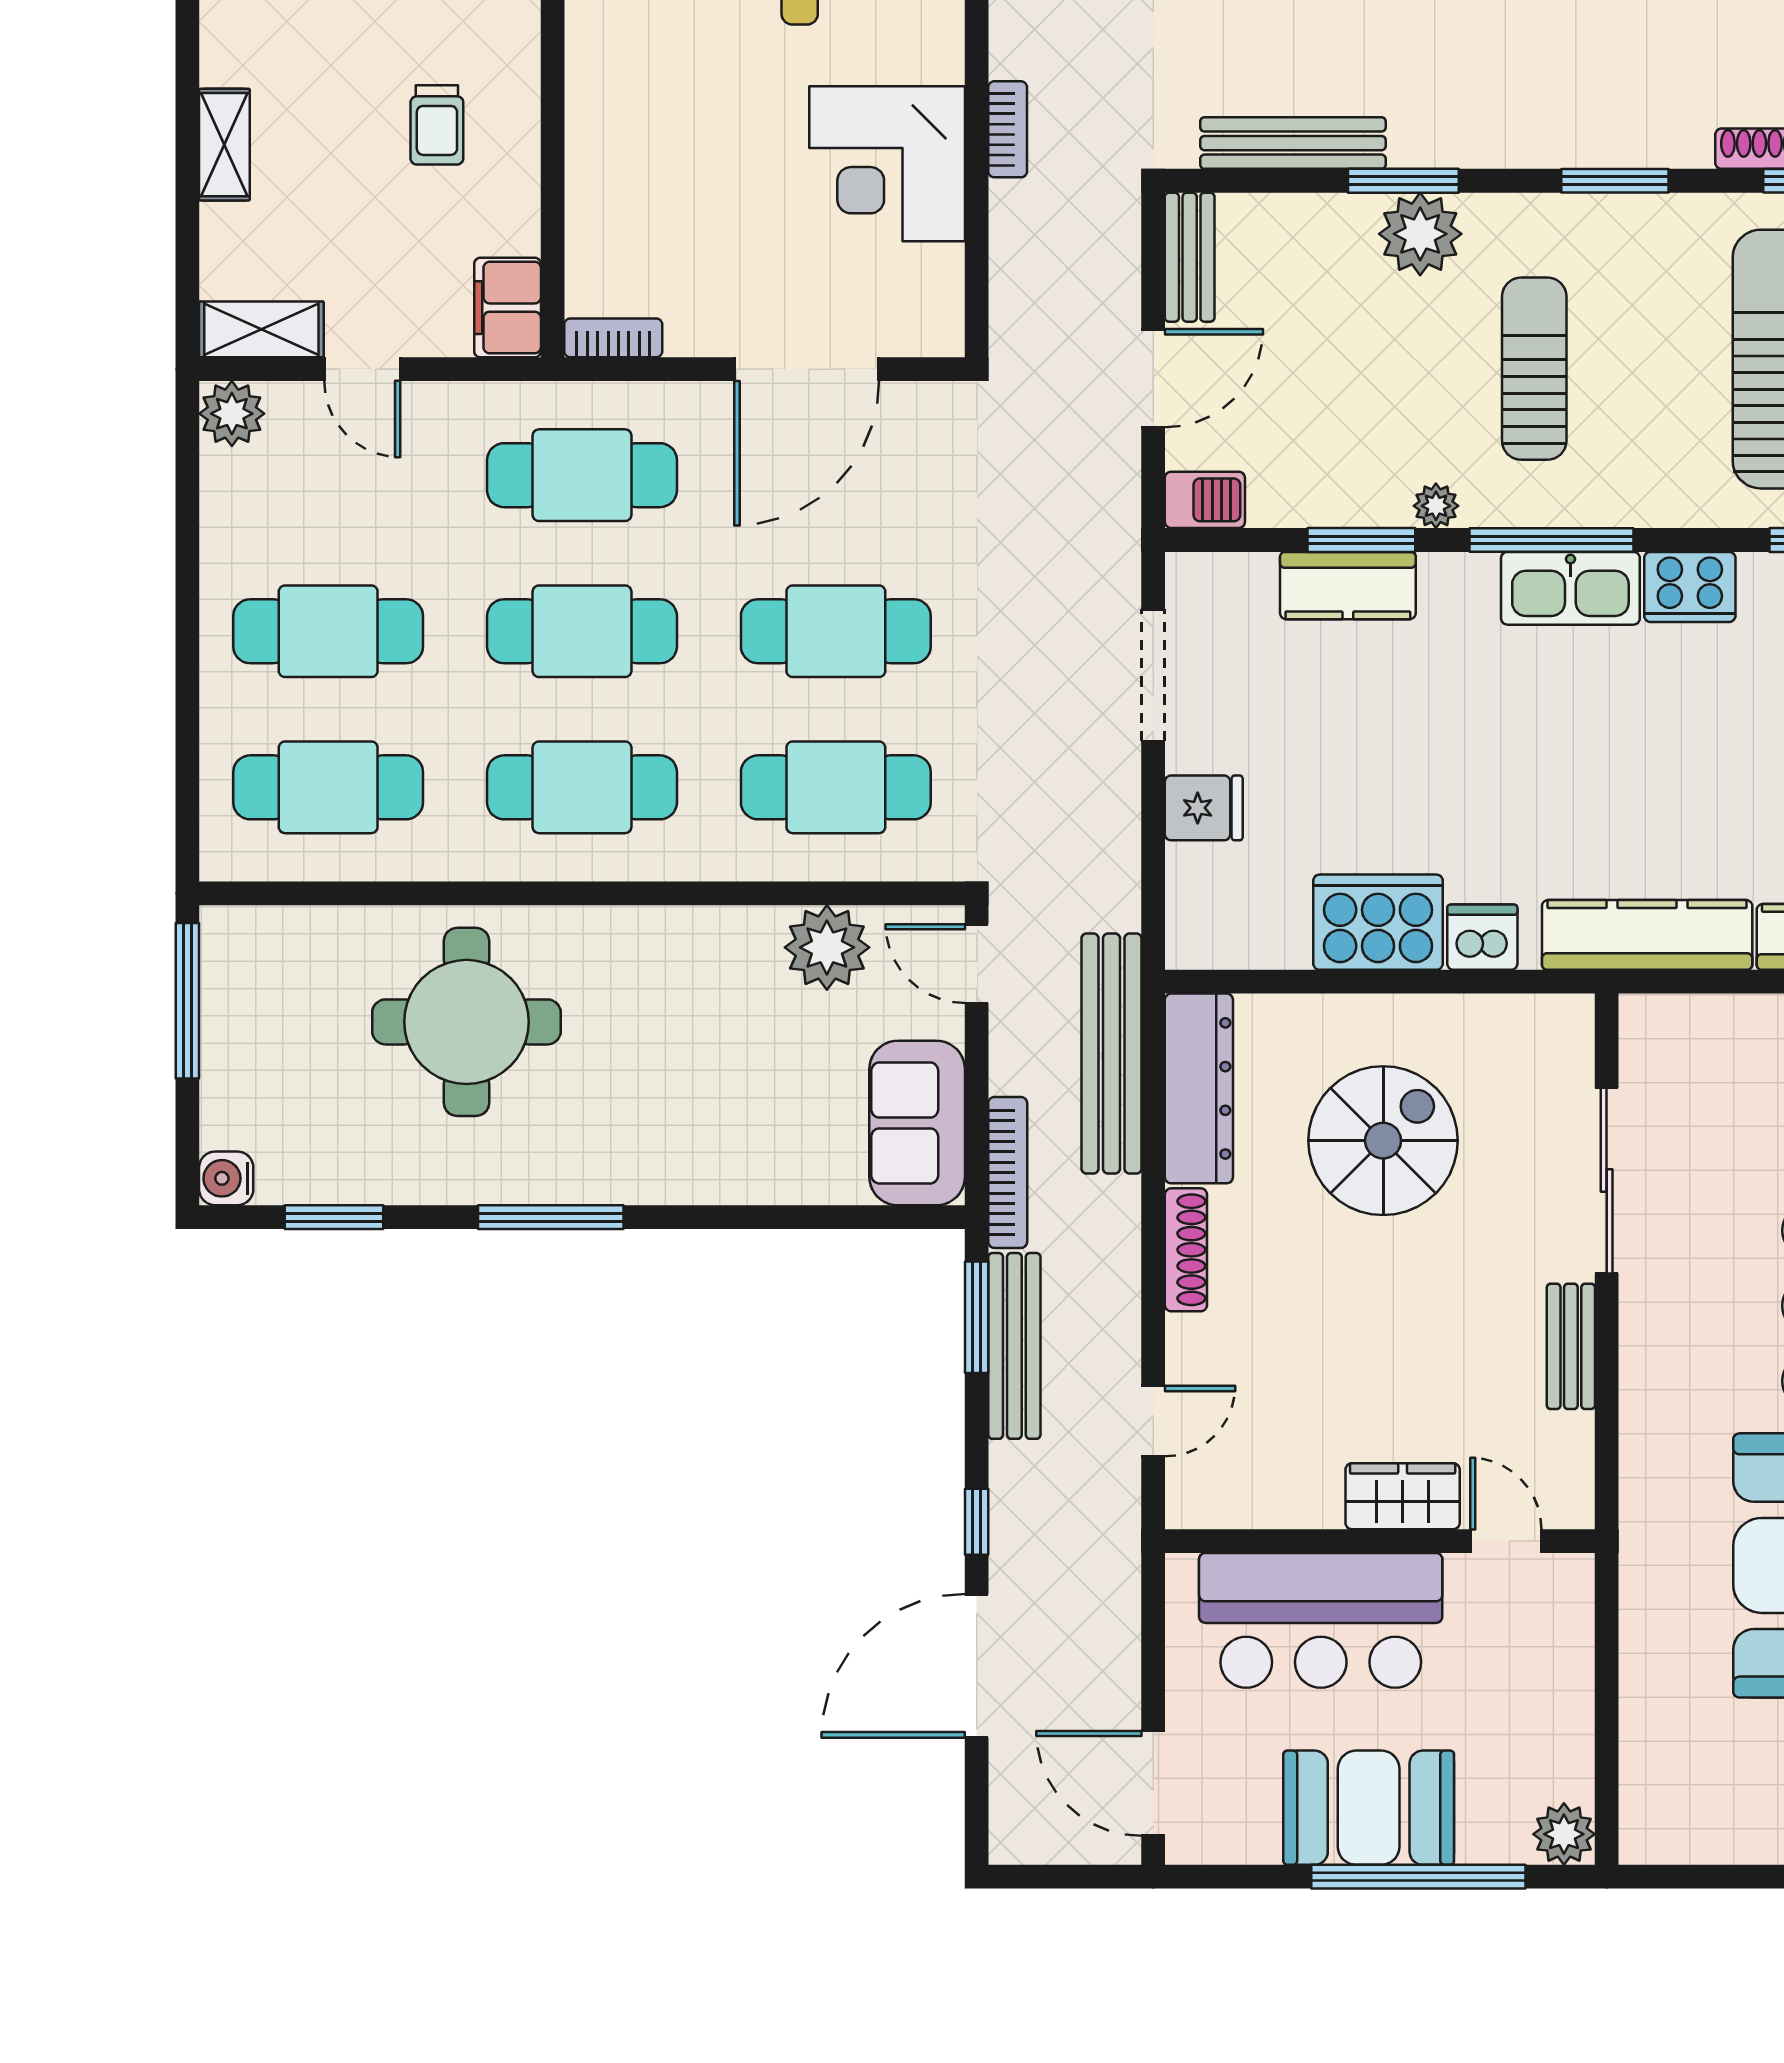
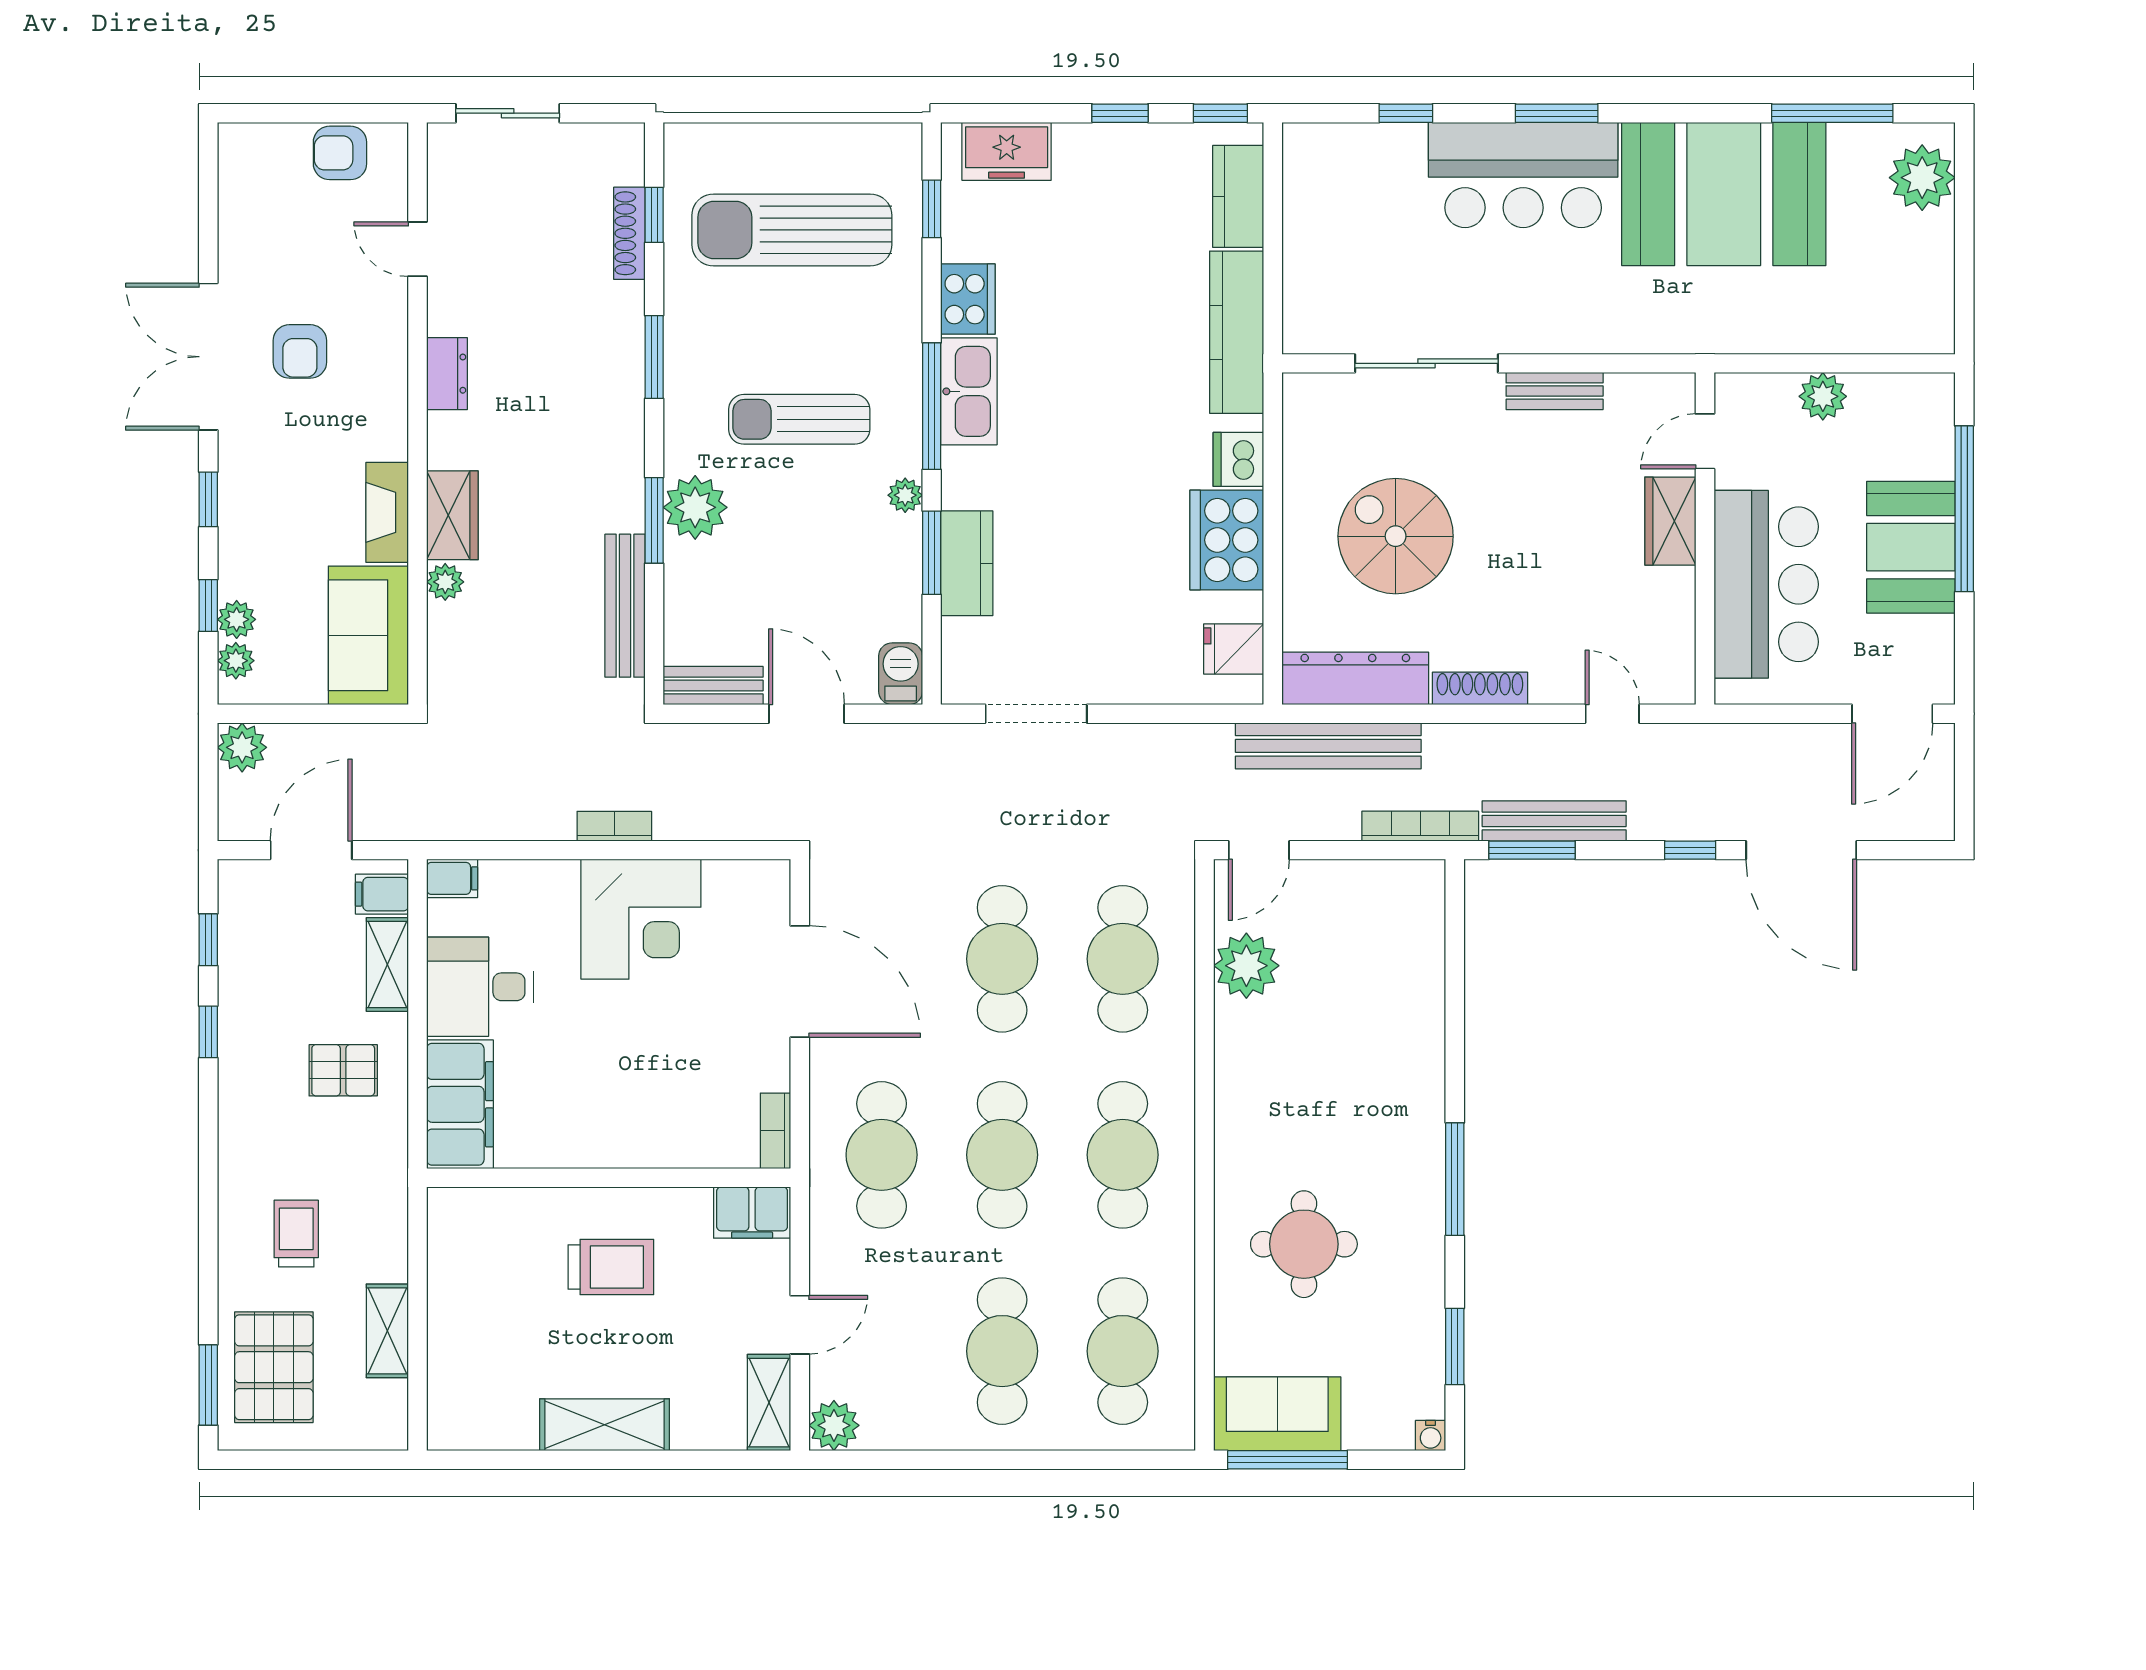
trolley: (437, 125) -> (611, 1267), width x1.36, depth x1.39
shelving: (224, 145) -> (605, 1425), width x1.50, depth x1.33
fridge: (1204, 808) -> (1234, 649), moved, turned -90
round table: (466, 1022) -> (1304, 1244), width x0.73, depth x0.73
sofa: (917, 1123) -> (1277, 1414), moved, turned 180
water cooler: (226, 1178) -> (1431, 1436), width x0.72, depth x0.72
plant: (1564, 1834) -> (1823, 396), moved

